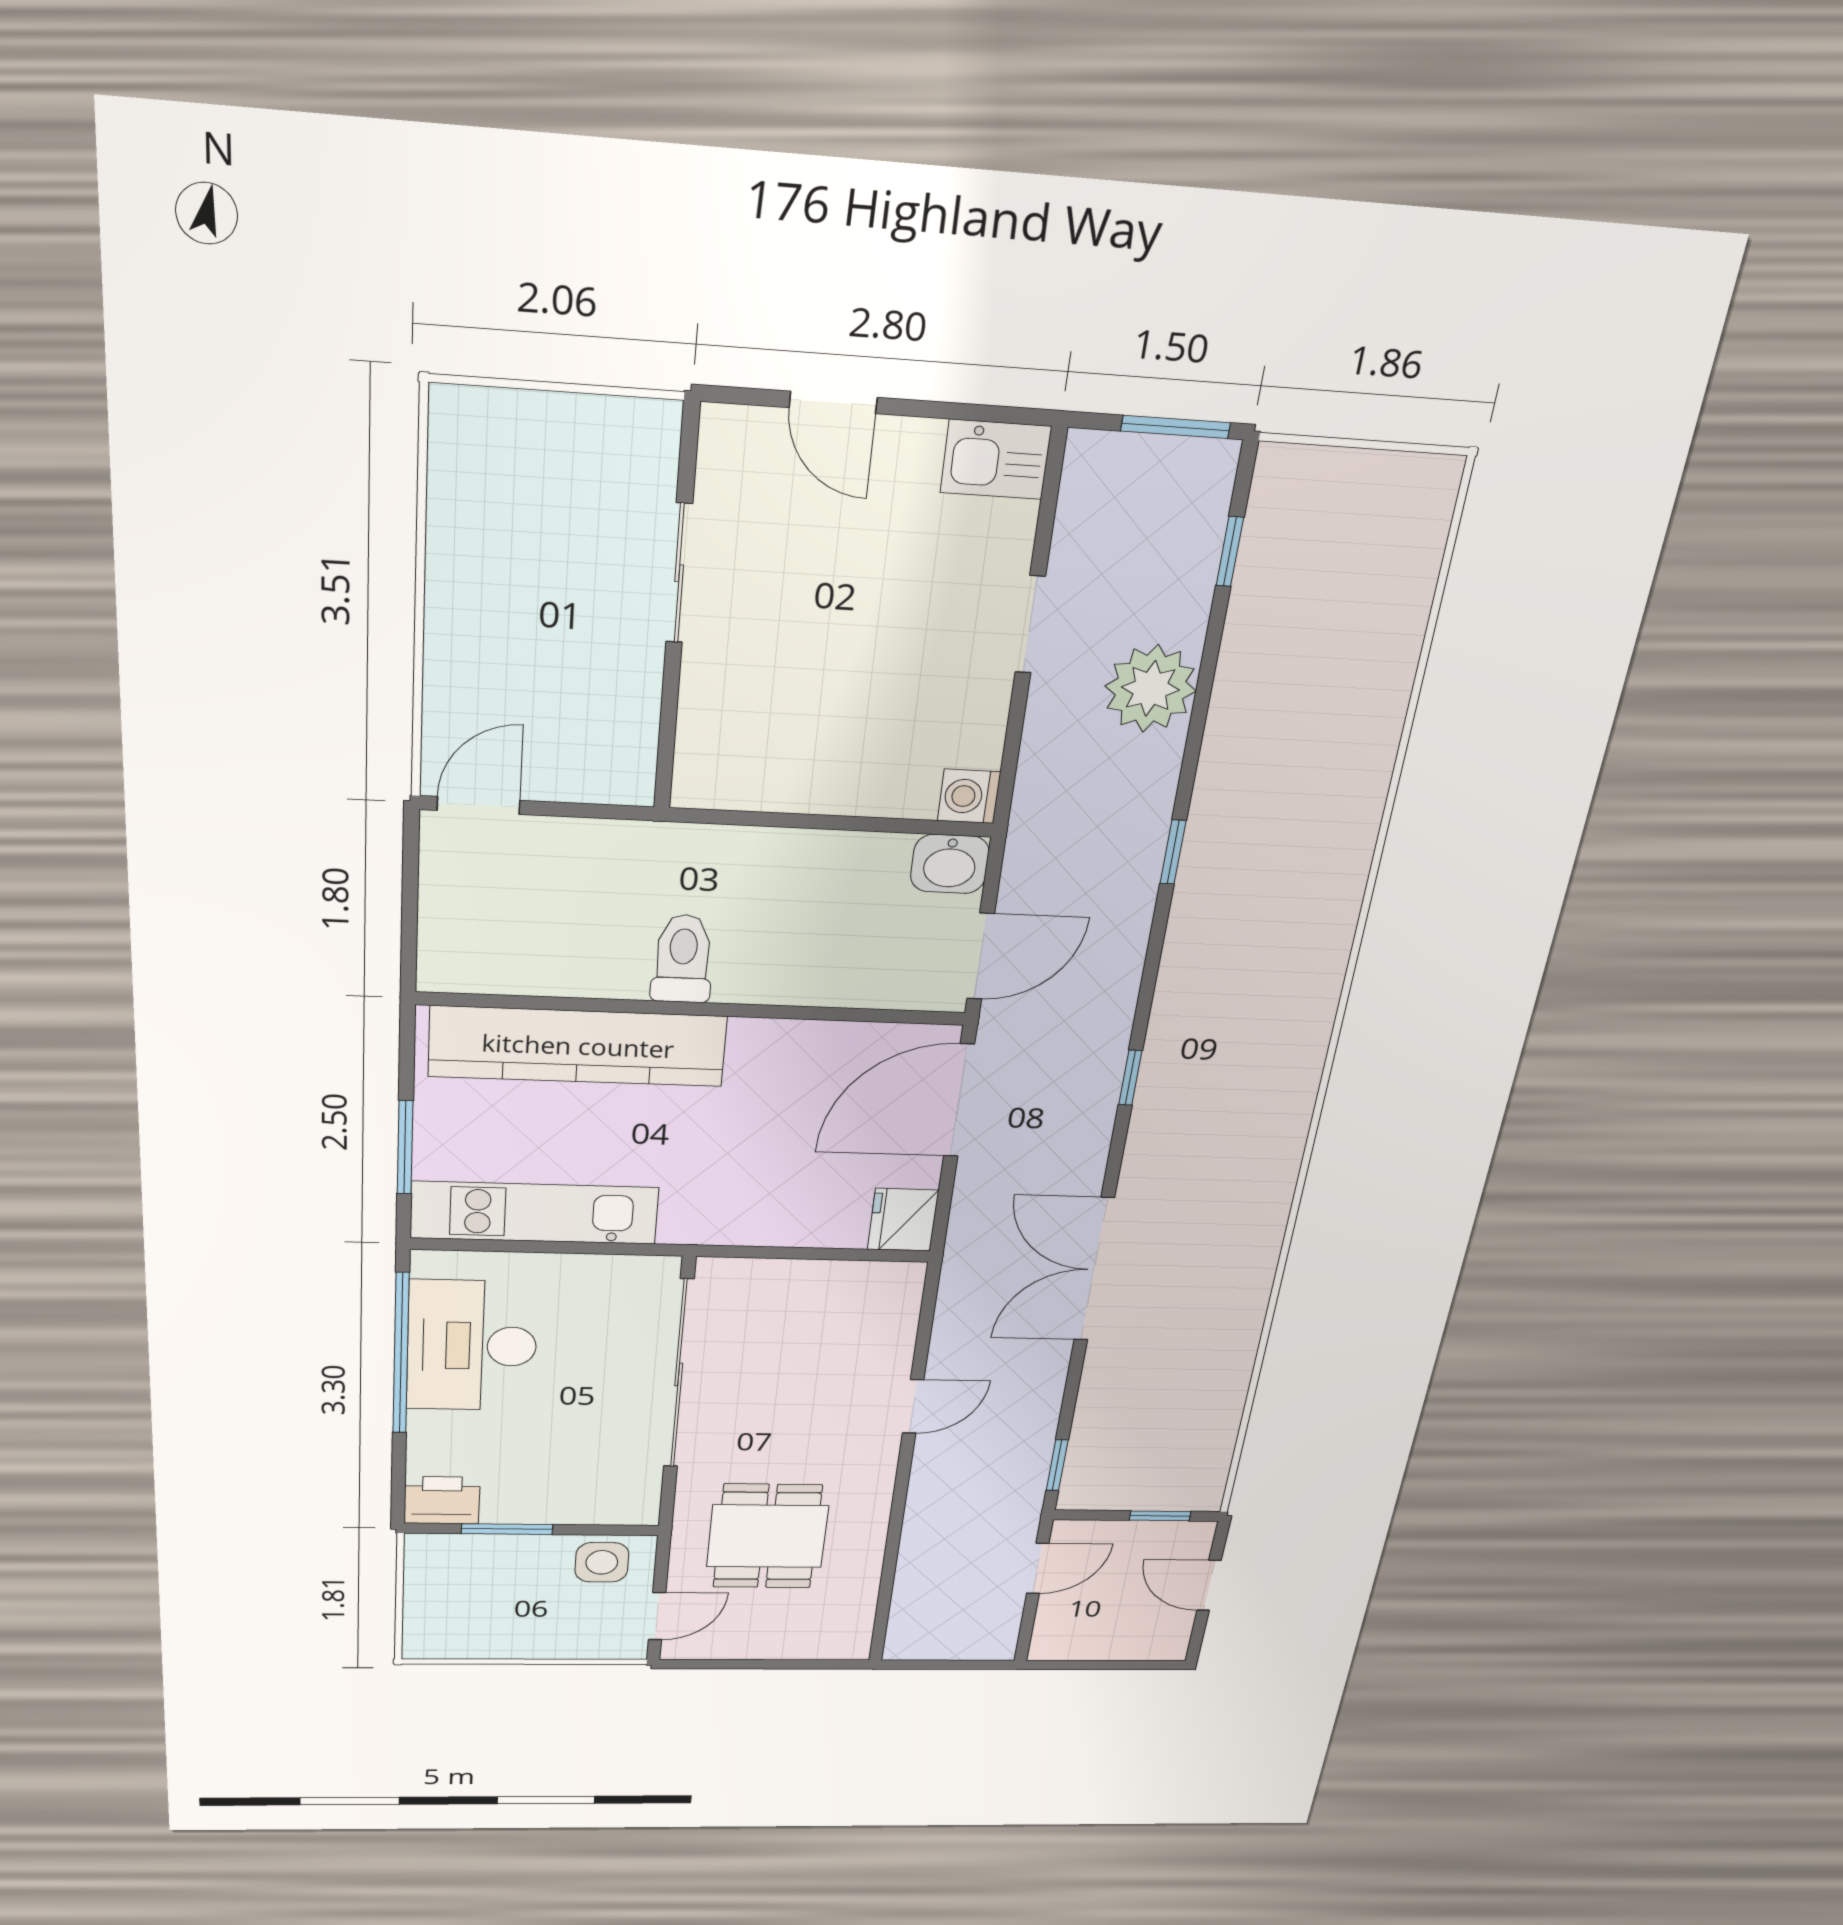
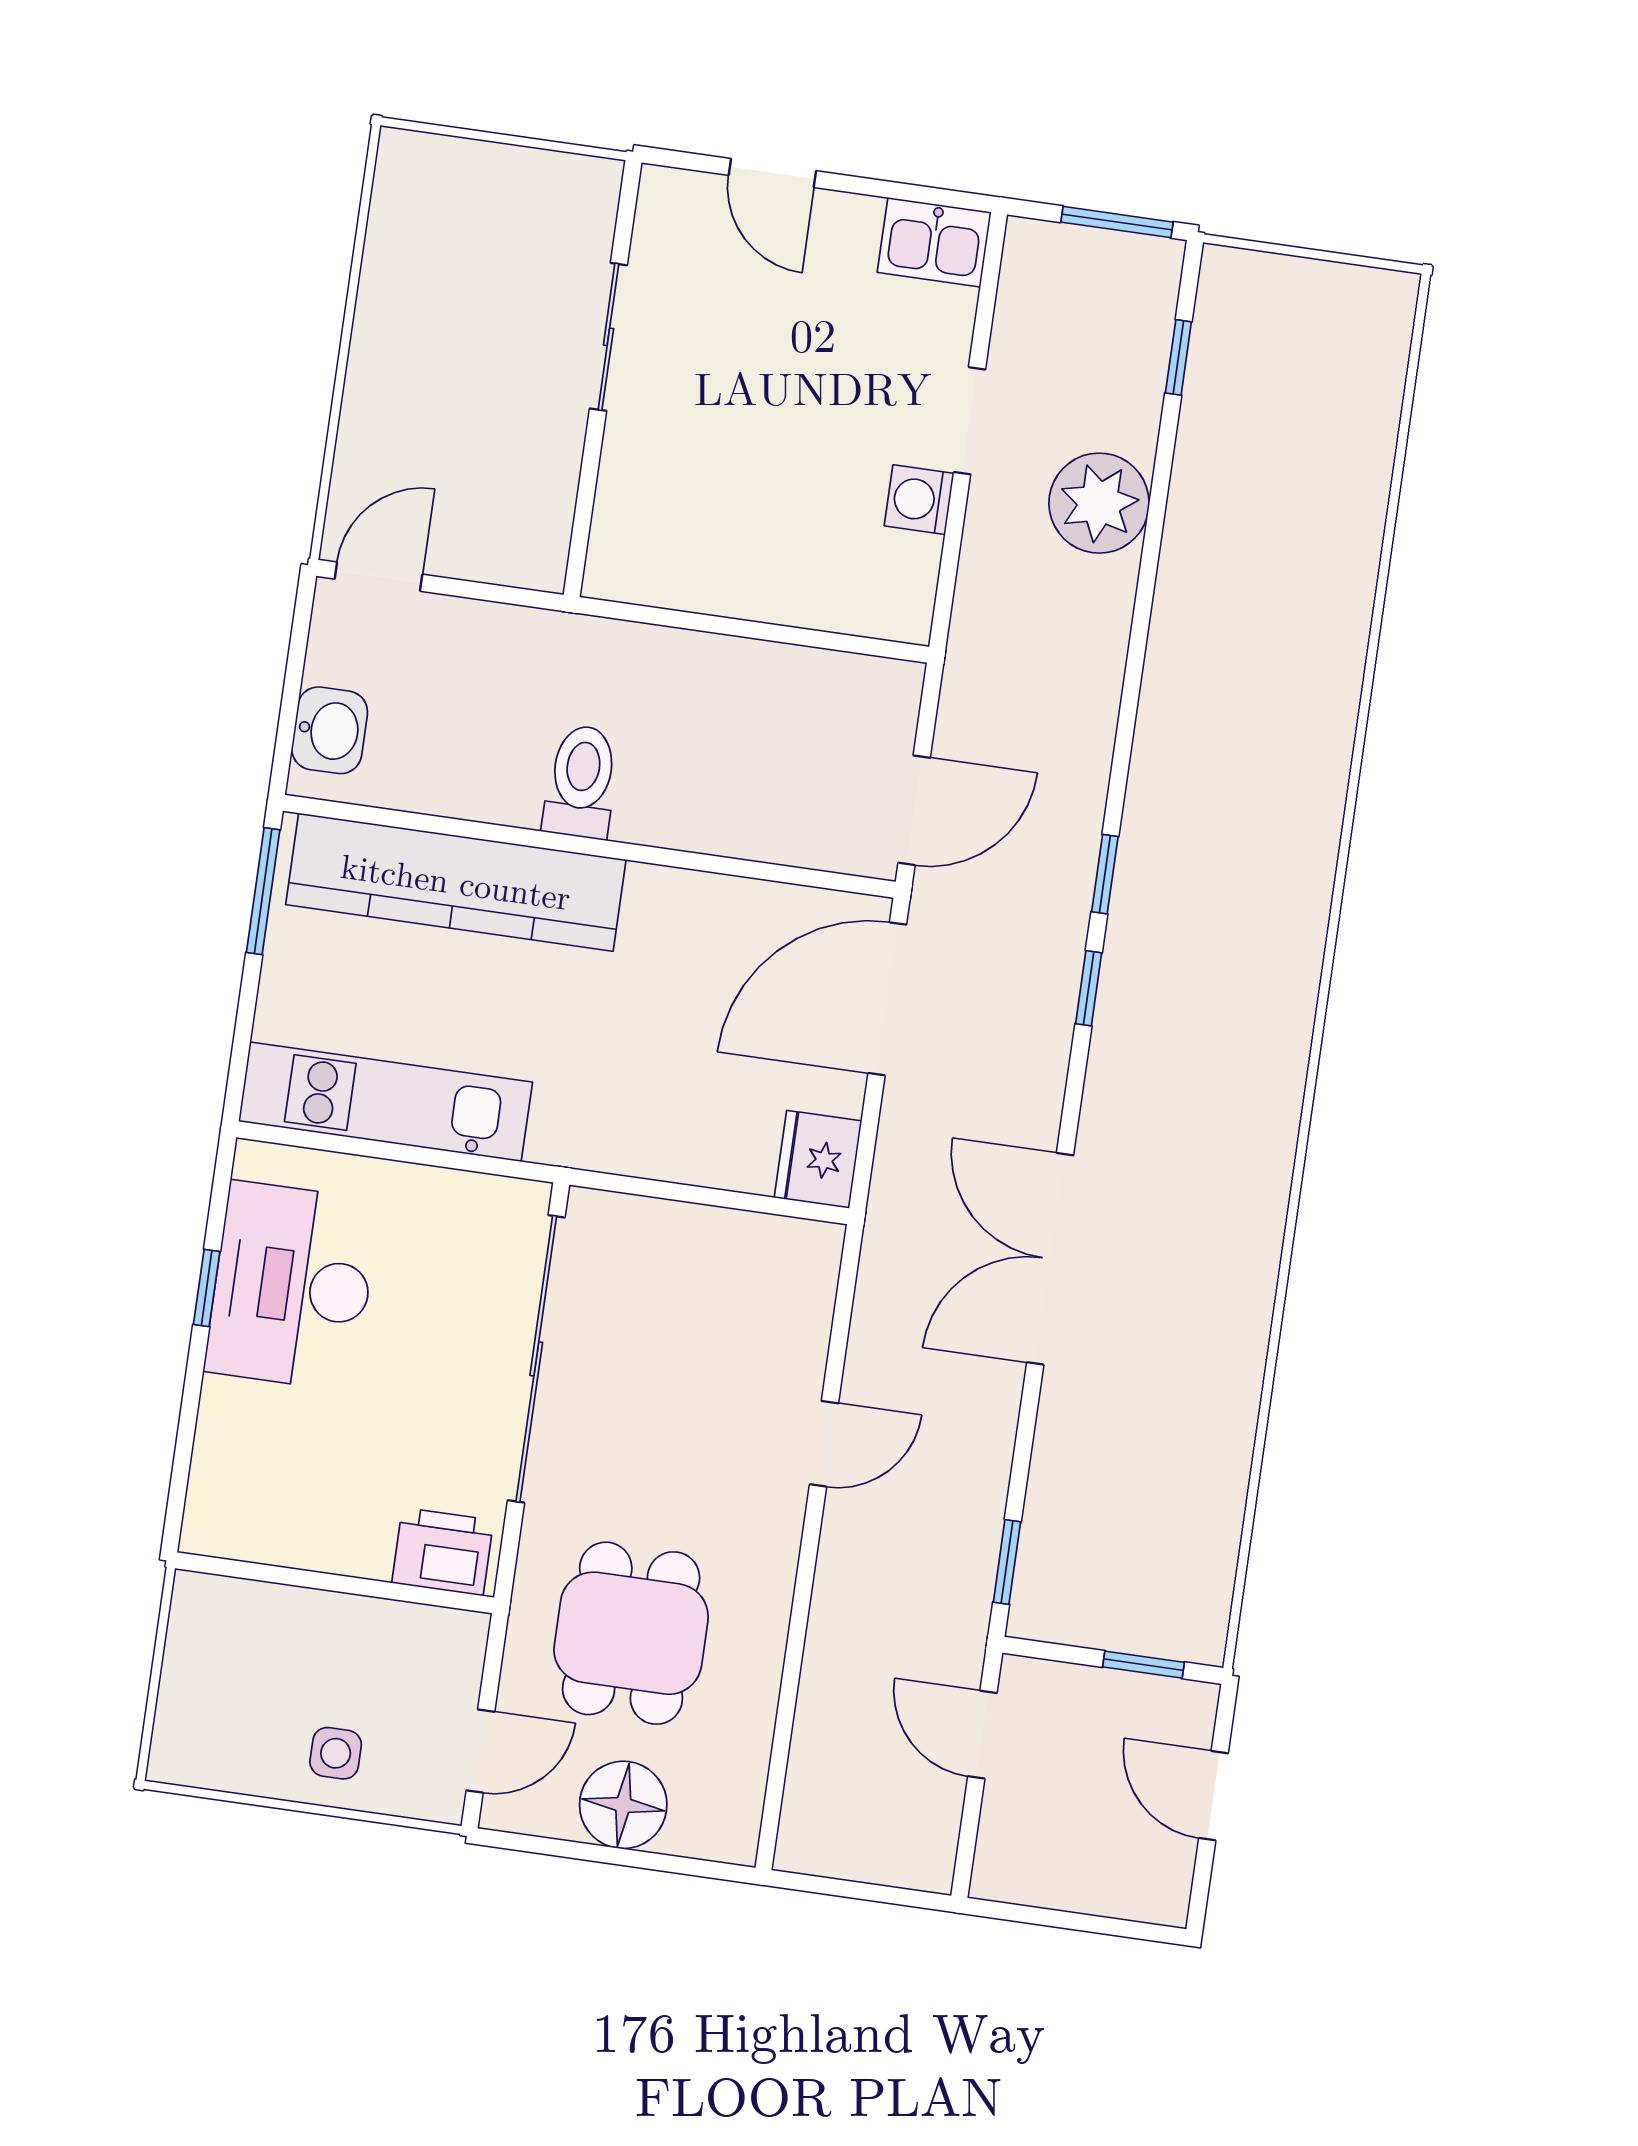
washing machine: (969, 796) -> (919, 500), moved
window: (1173, 852) -> (1105, 874), moved
washbasin: (950, 864) -> (330, 730), moved, turned -90
window: (405, 1147) -> (263, 891), moved
window: (401, 1354) -> (207, 1288), width x0.32
printer: (442, 1500) -> (443, 1552), moved
window: (507, 1529) -> (303, 1578), removed
side table: (602, 1562) -> (336, 1753), moved, width x0.73, depth x0.73
door: (1038, 1568) -> (982, 1735), swing flipped
floor lamp: (768, 1635) -> (623, 1805), added

